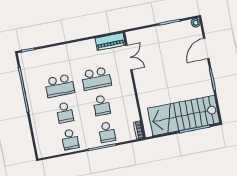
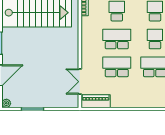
school desk: (102, 105) -> (117, 39), width x1.85

